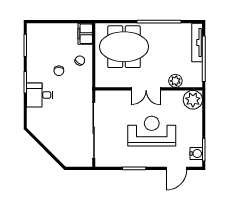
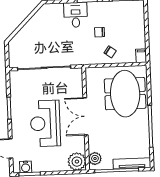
filing cabinet: (85, 34) -> (141, 56), width x0.50
plant: (175, 81) -> (95, 159), moved
double door: (146, 89) -> (86, 116), width x1.37
reception desk: (152, 131) -> (45, 123), turned 180

